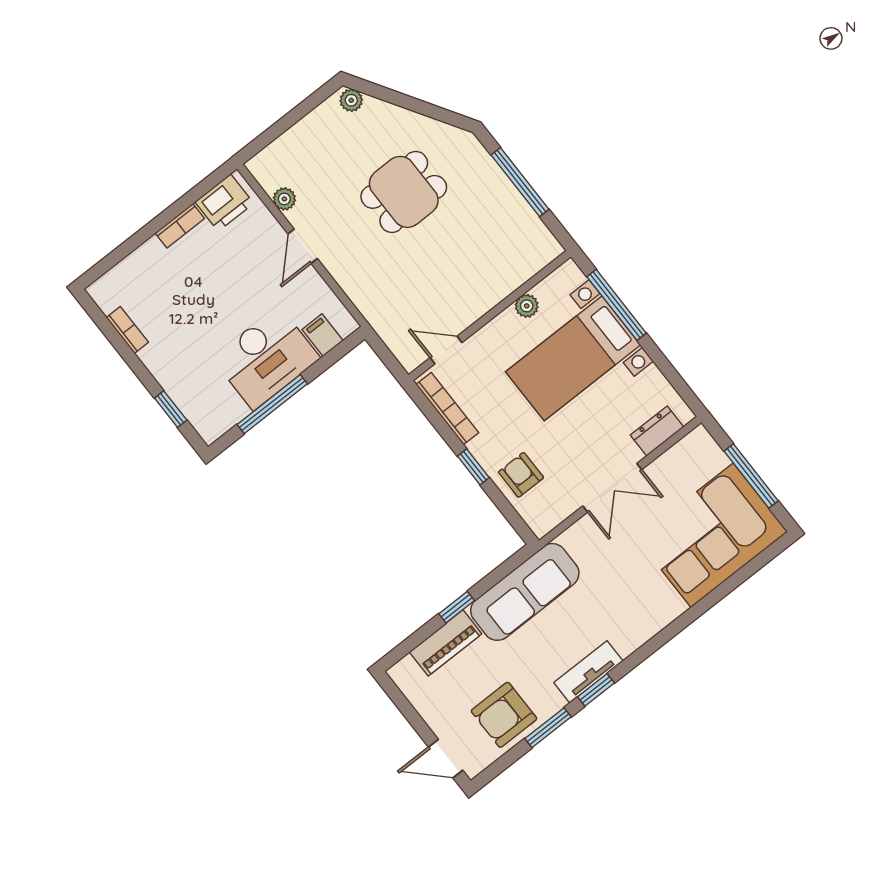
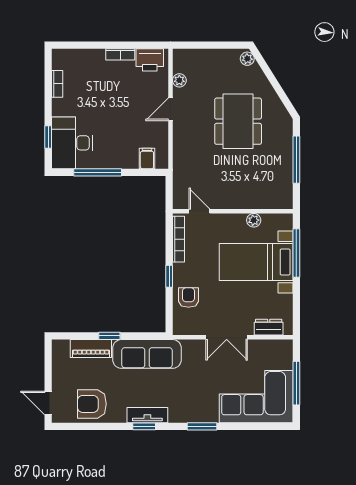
dining table: (404, 192) -> (238, 121), width x1.38
desk: (266, 358) -> (72, 143), moved, turned 90
window: (548, 728) -> (202, 426), moved

